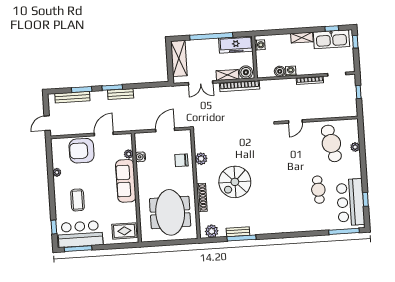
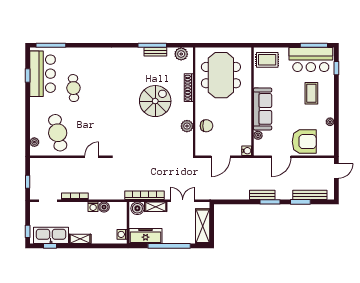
plant: (355, 147) -> (34, 142), moved
water cooler: (140, 157) -> (247, 151), moved

